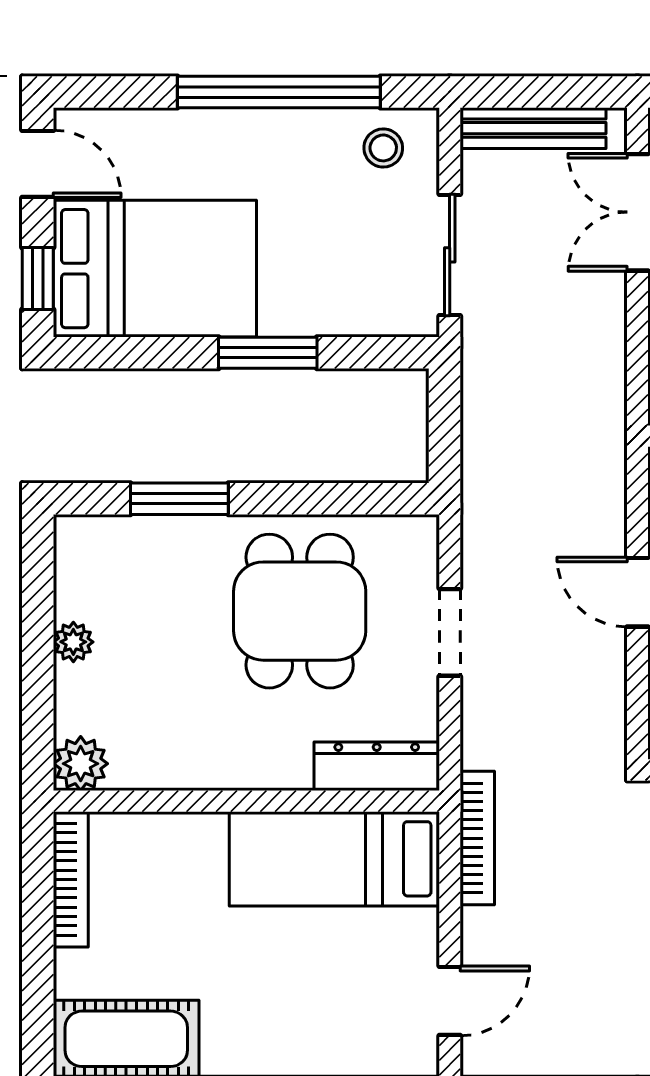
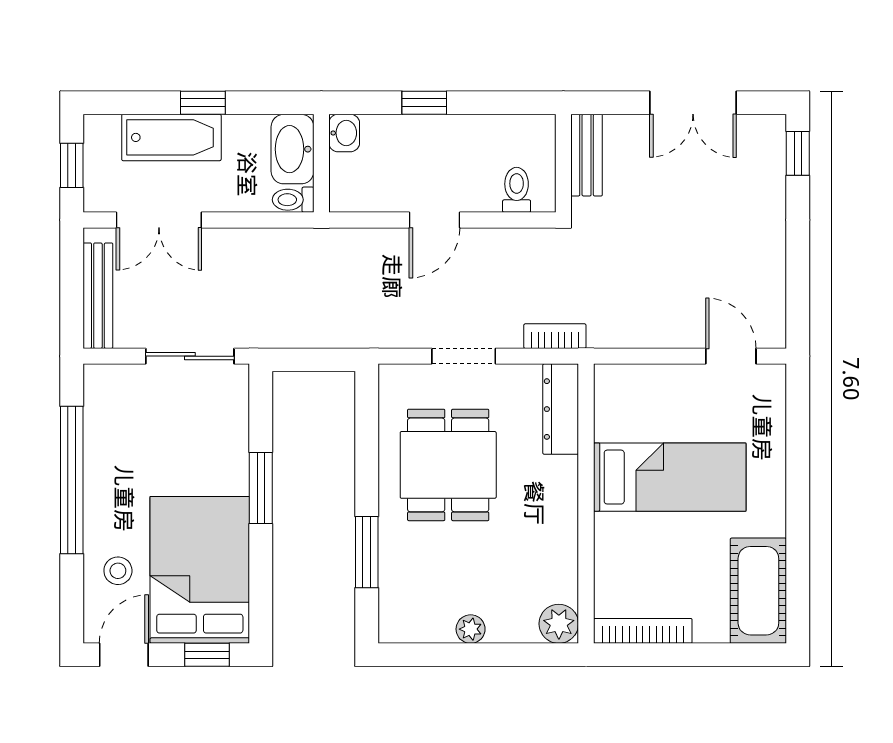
stool: (383, 148) -> (118, 571), moved
dining table: (300, 611) -> (448, 465), turned 90
bookcase: (477, 838) -> (555, 336), moved, width x0.64
bed: (334, 859) -> (670, 477), moved, turned -90

